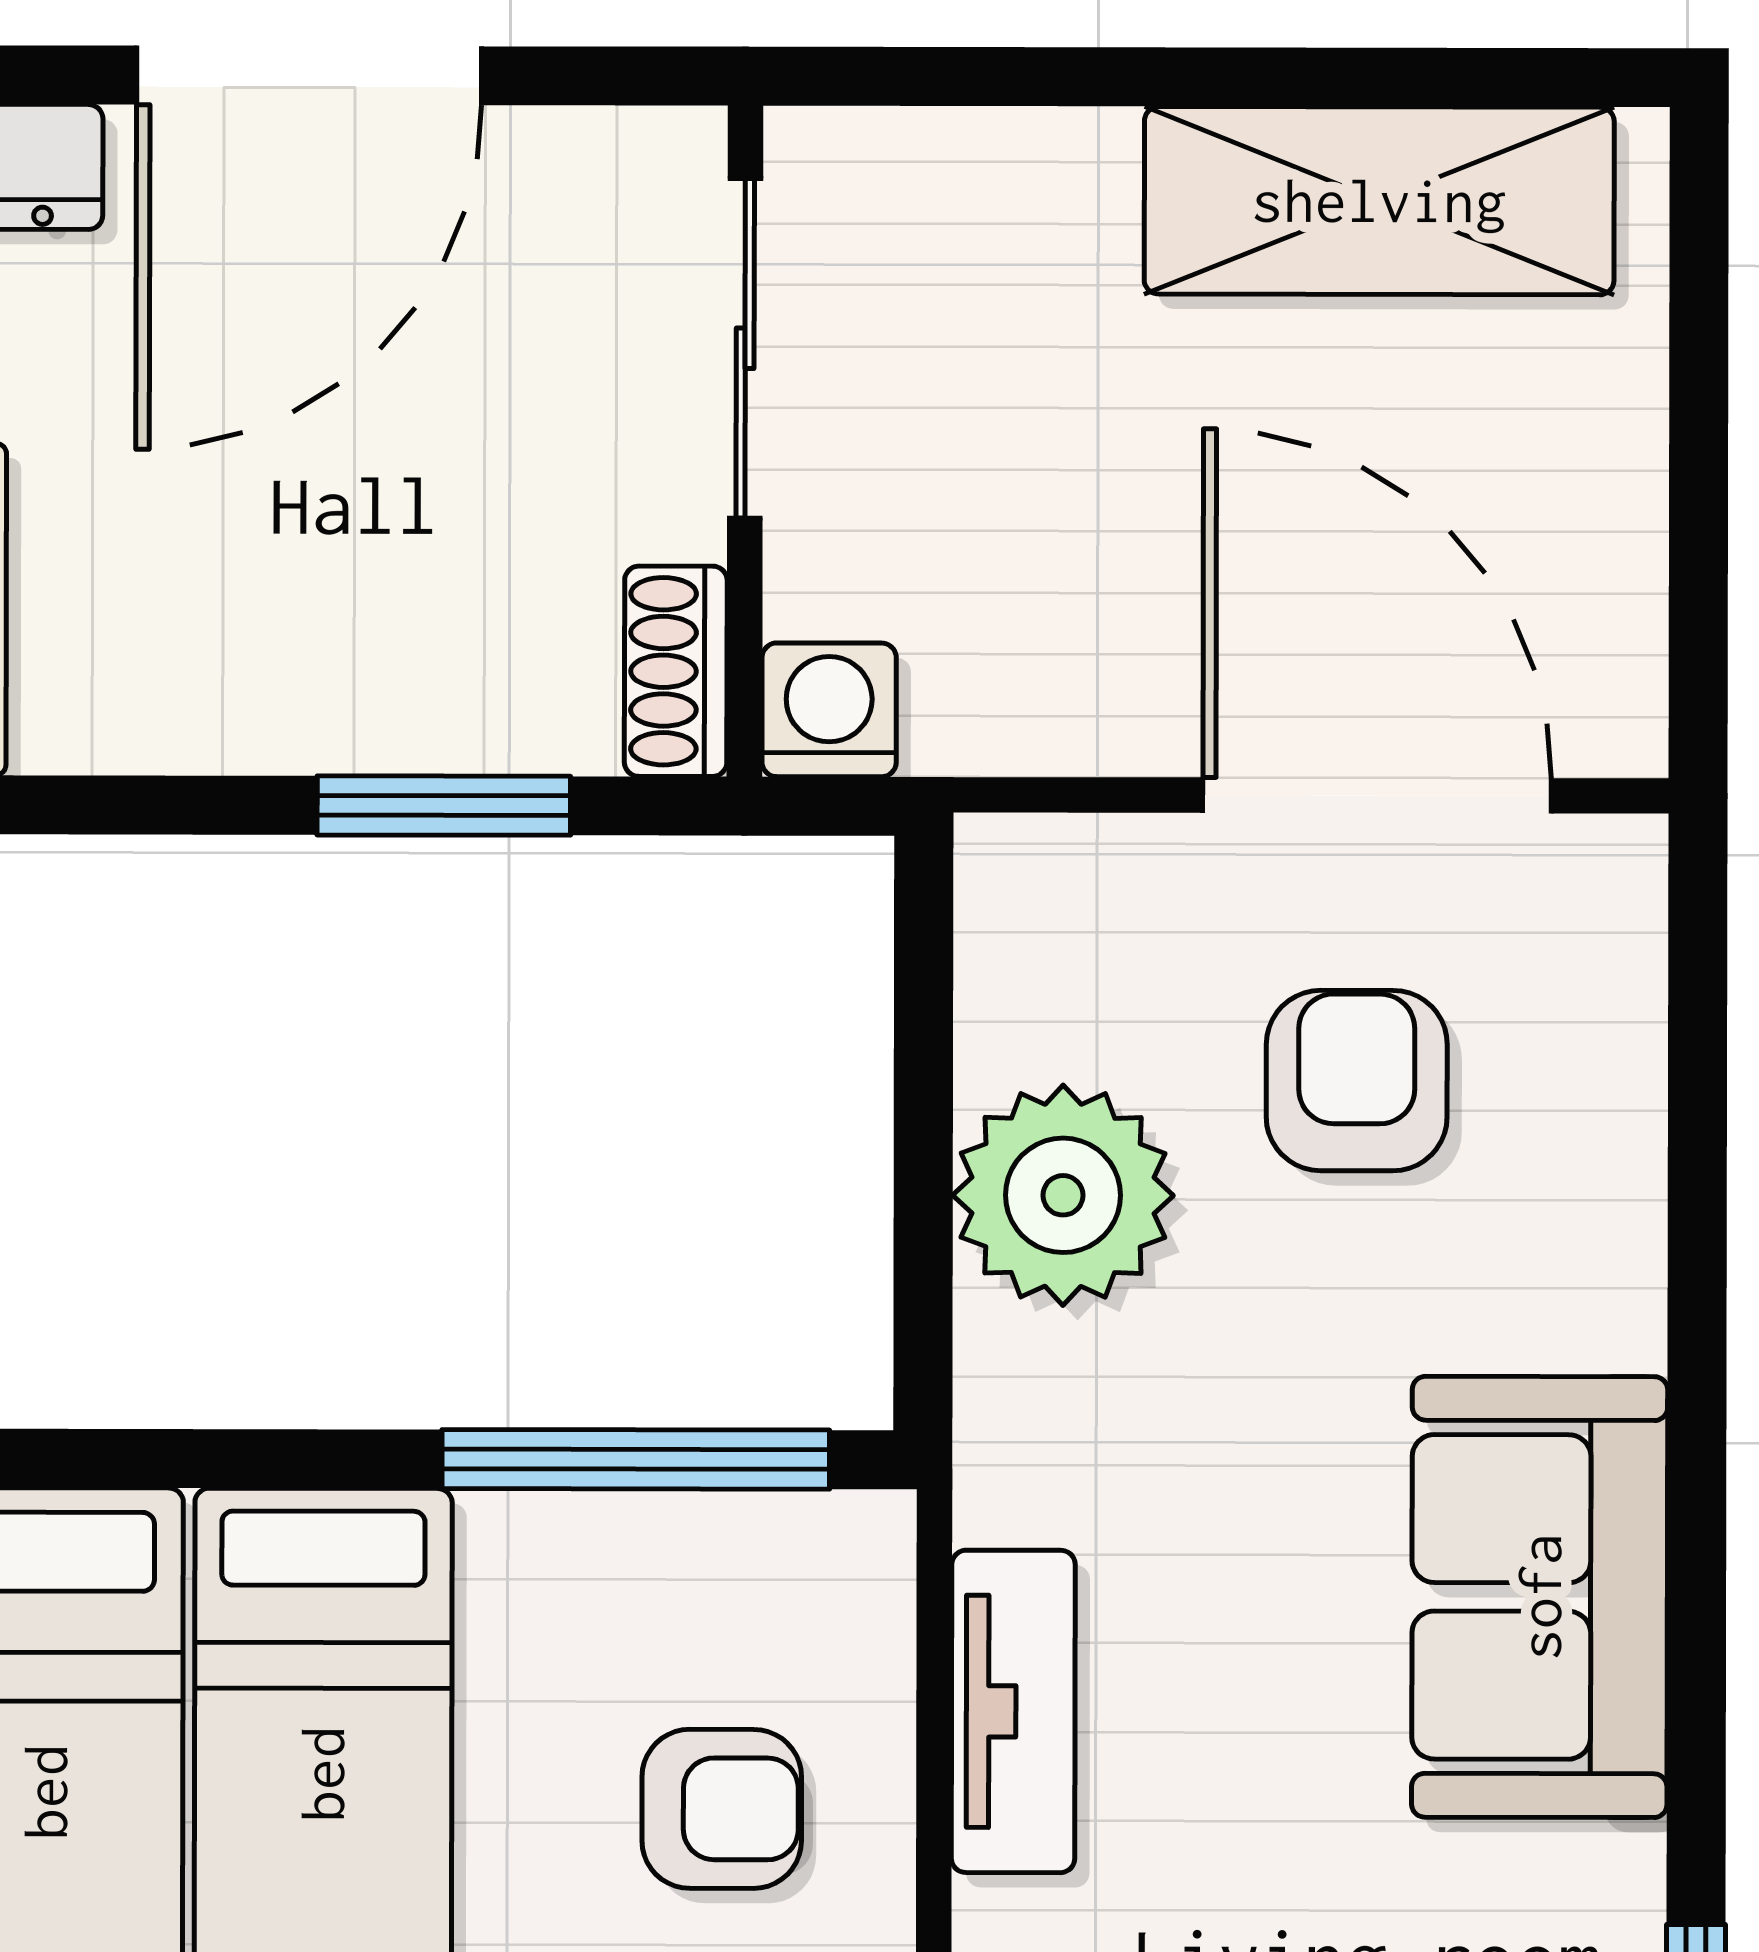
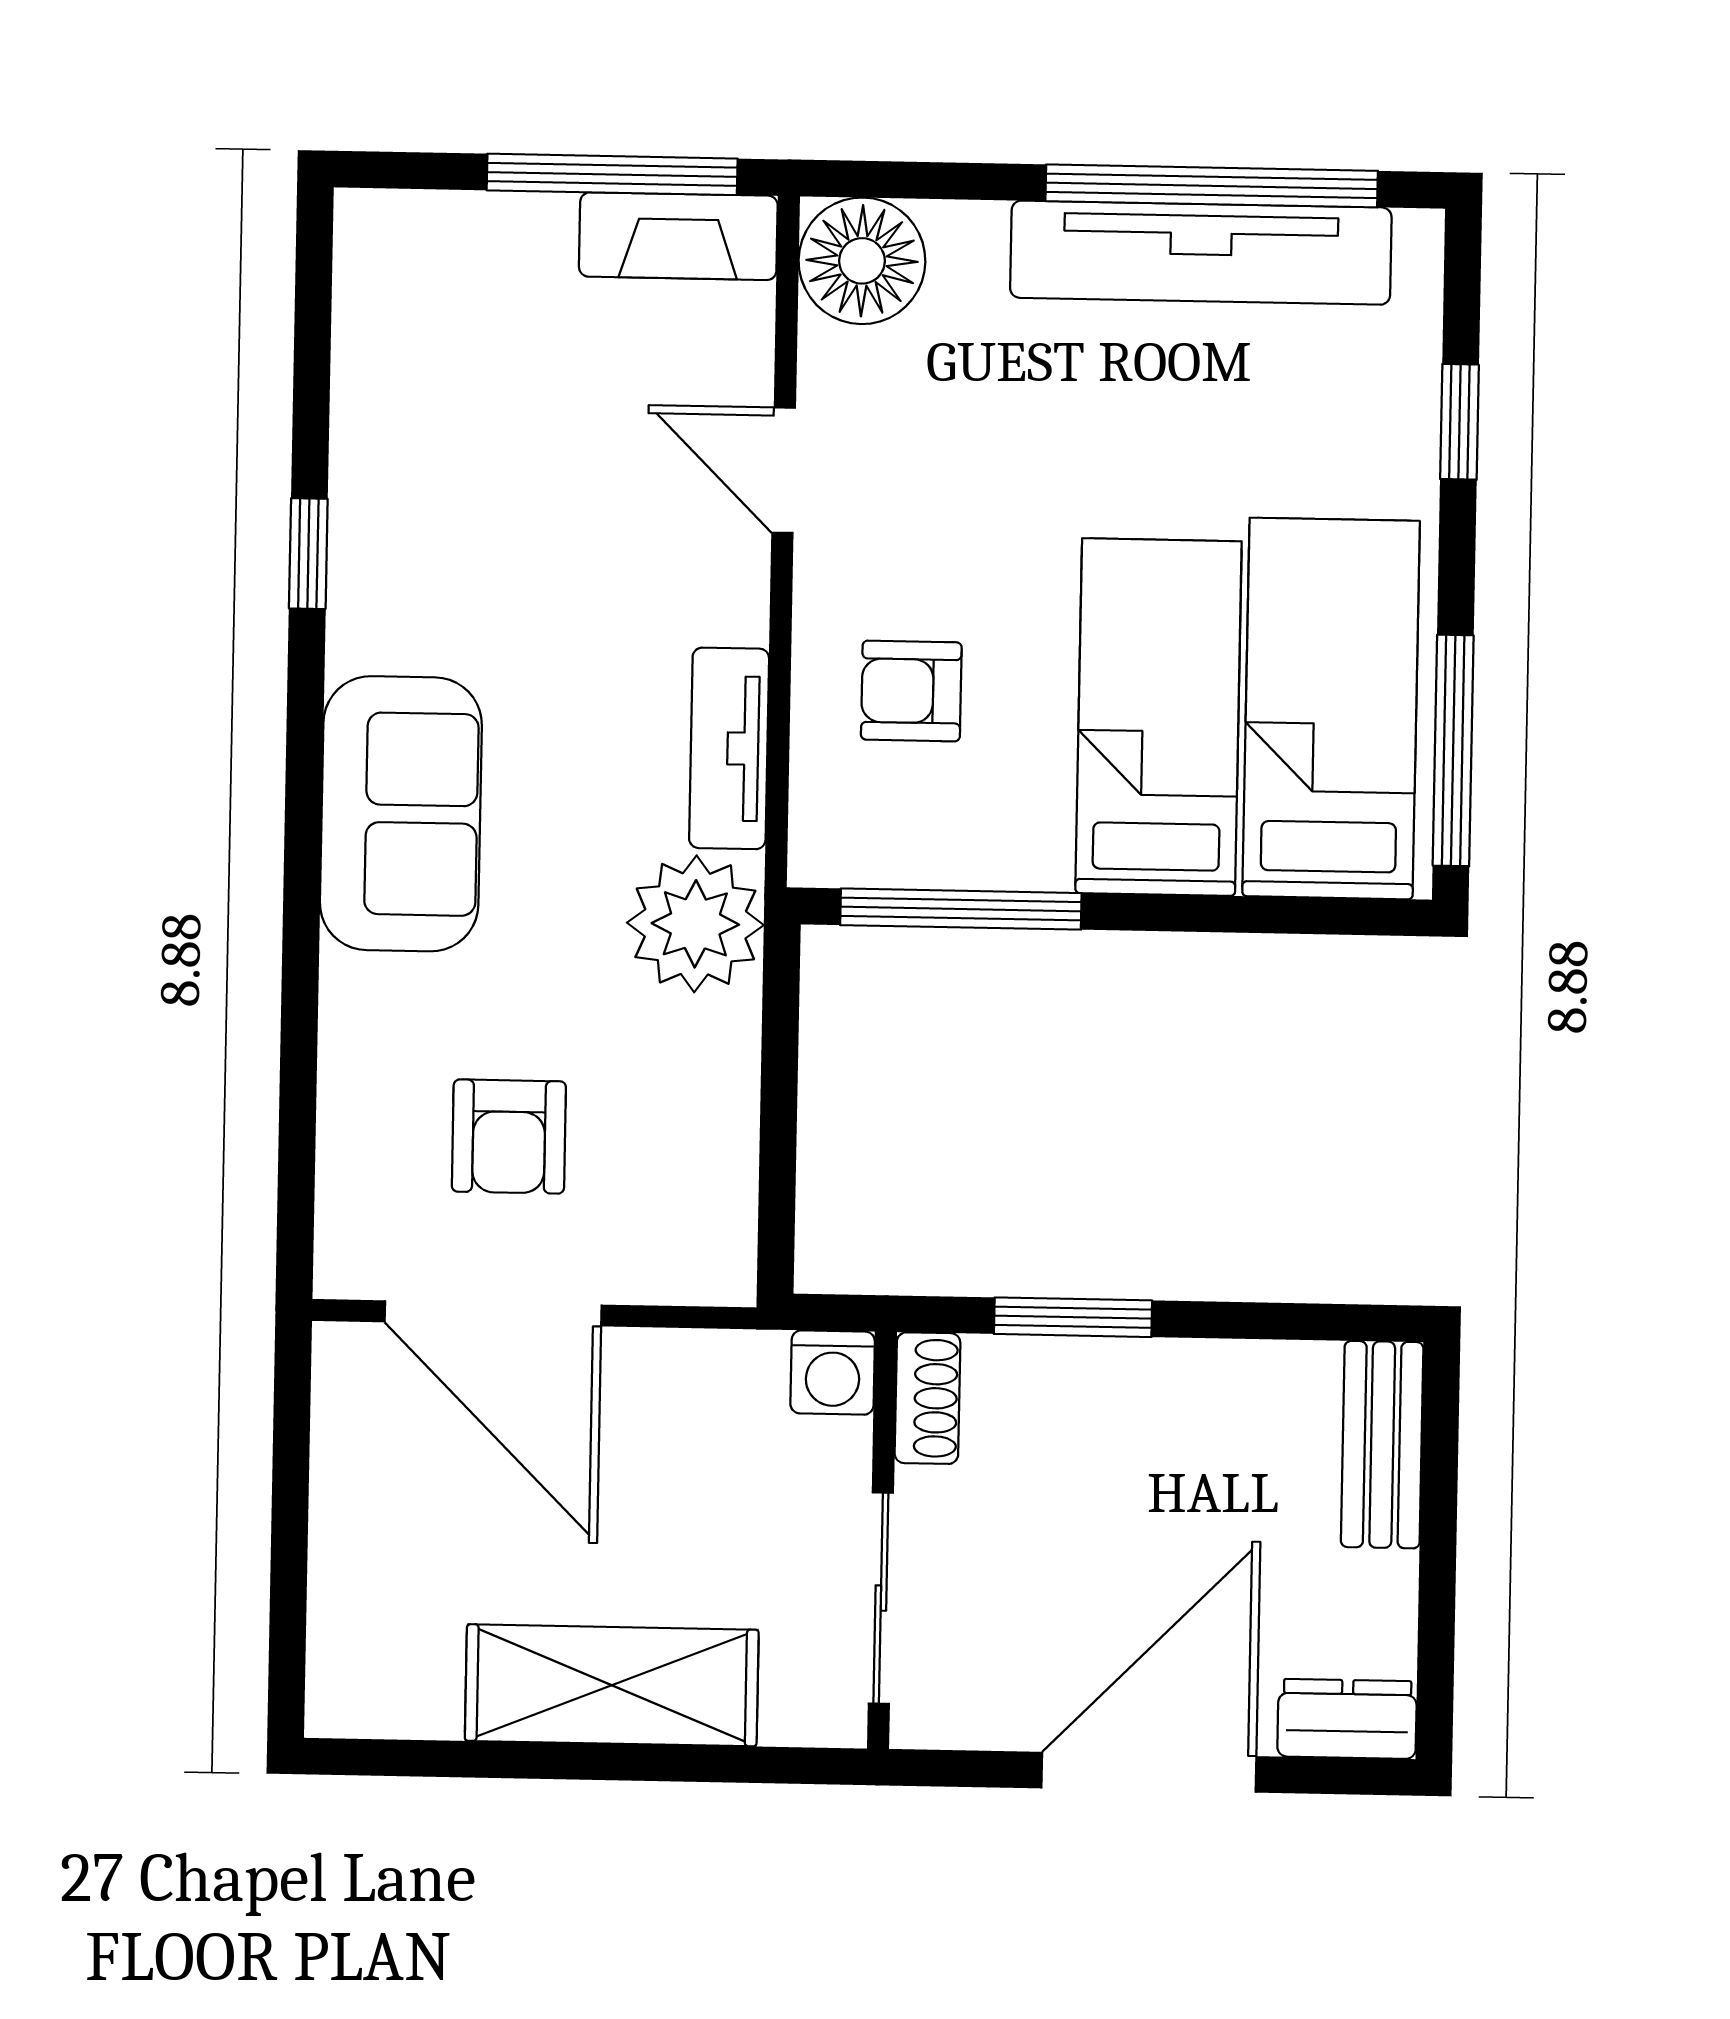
shelving: (1379, 201) -> (612, 1685), moved
plant: (1063, 1195) -> (695, 924), moved

